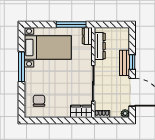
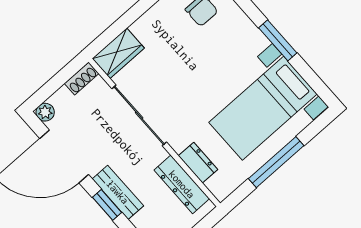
window: (71, 25) -> (276, 162), moved
dresser: (87, 36) -> (198, 163), moved
window: (22, 67) -> (278, 40), width x0.69

